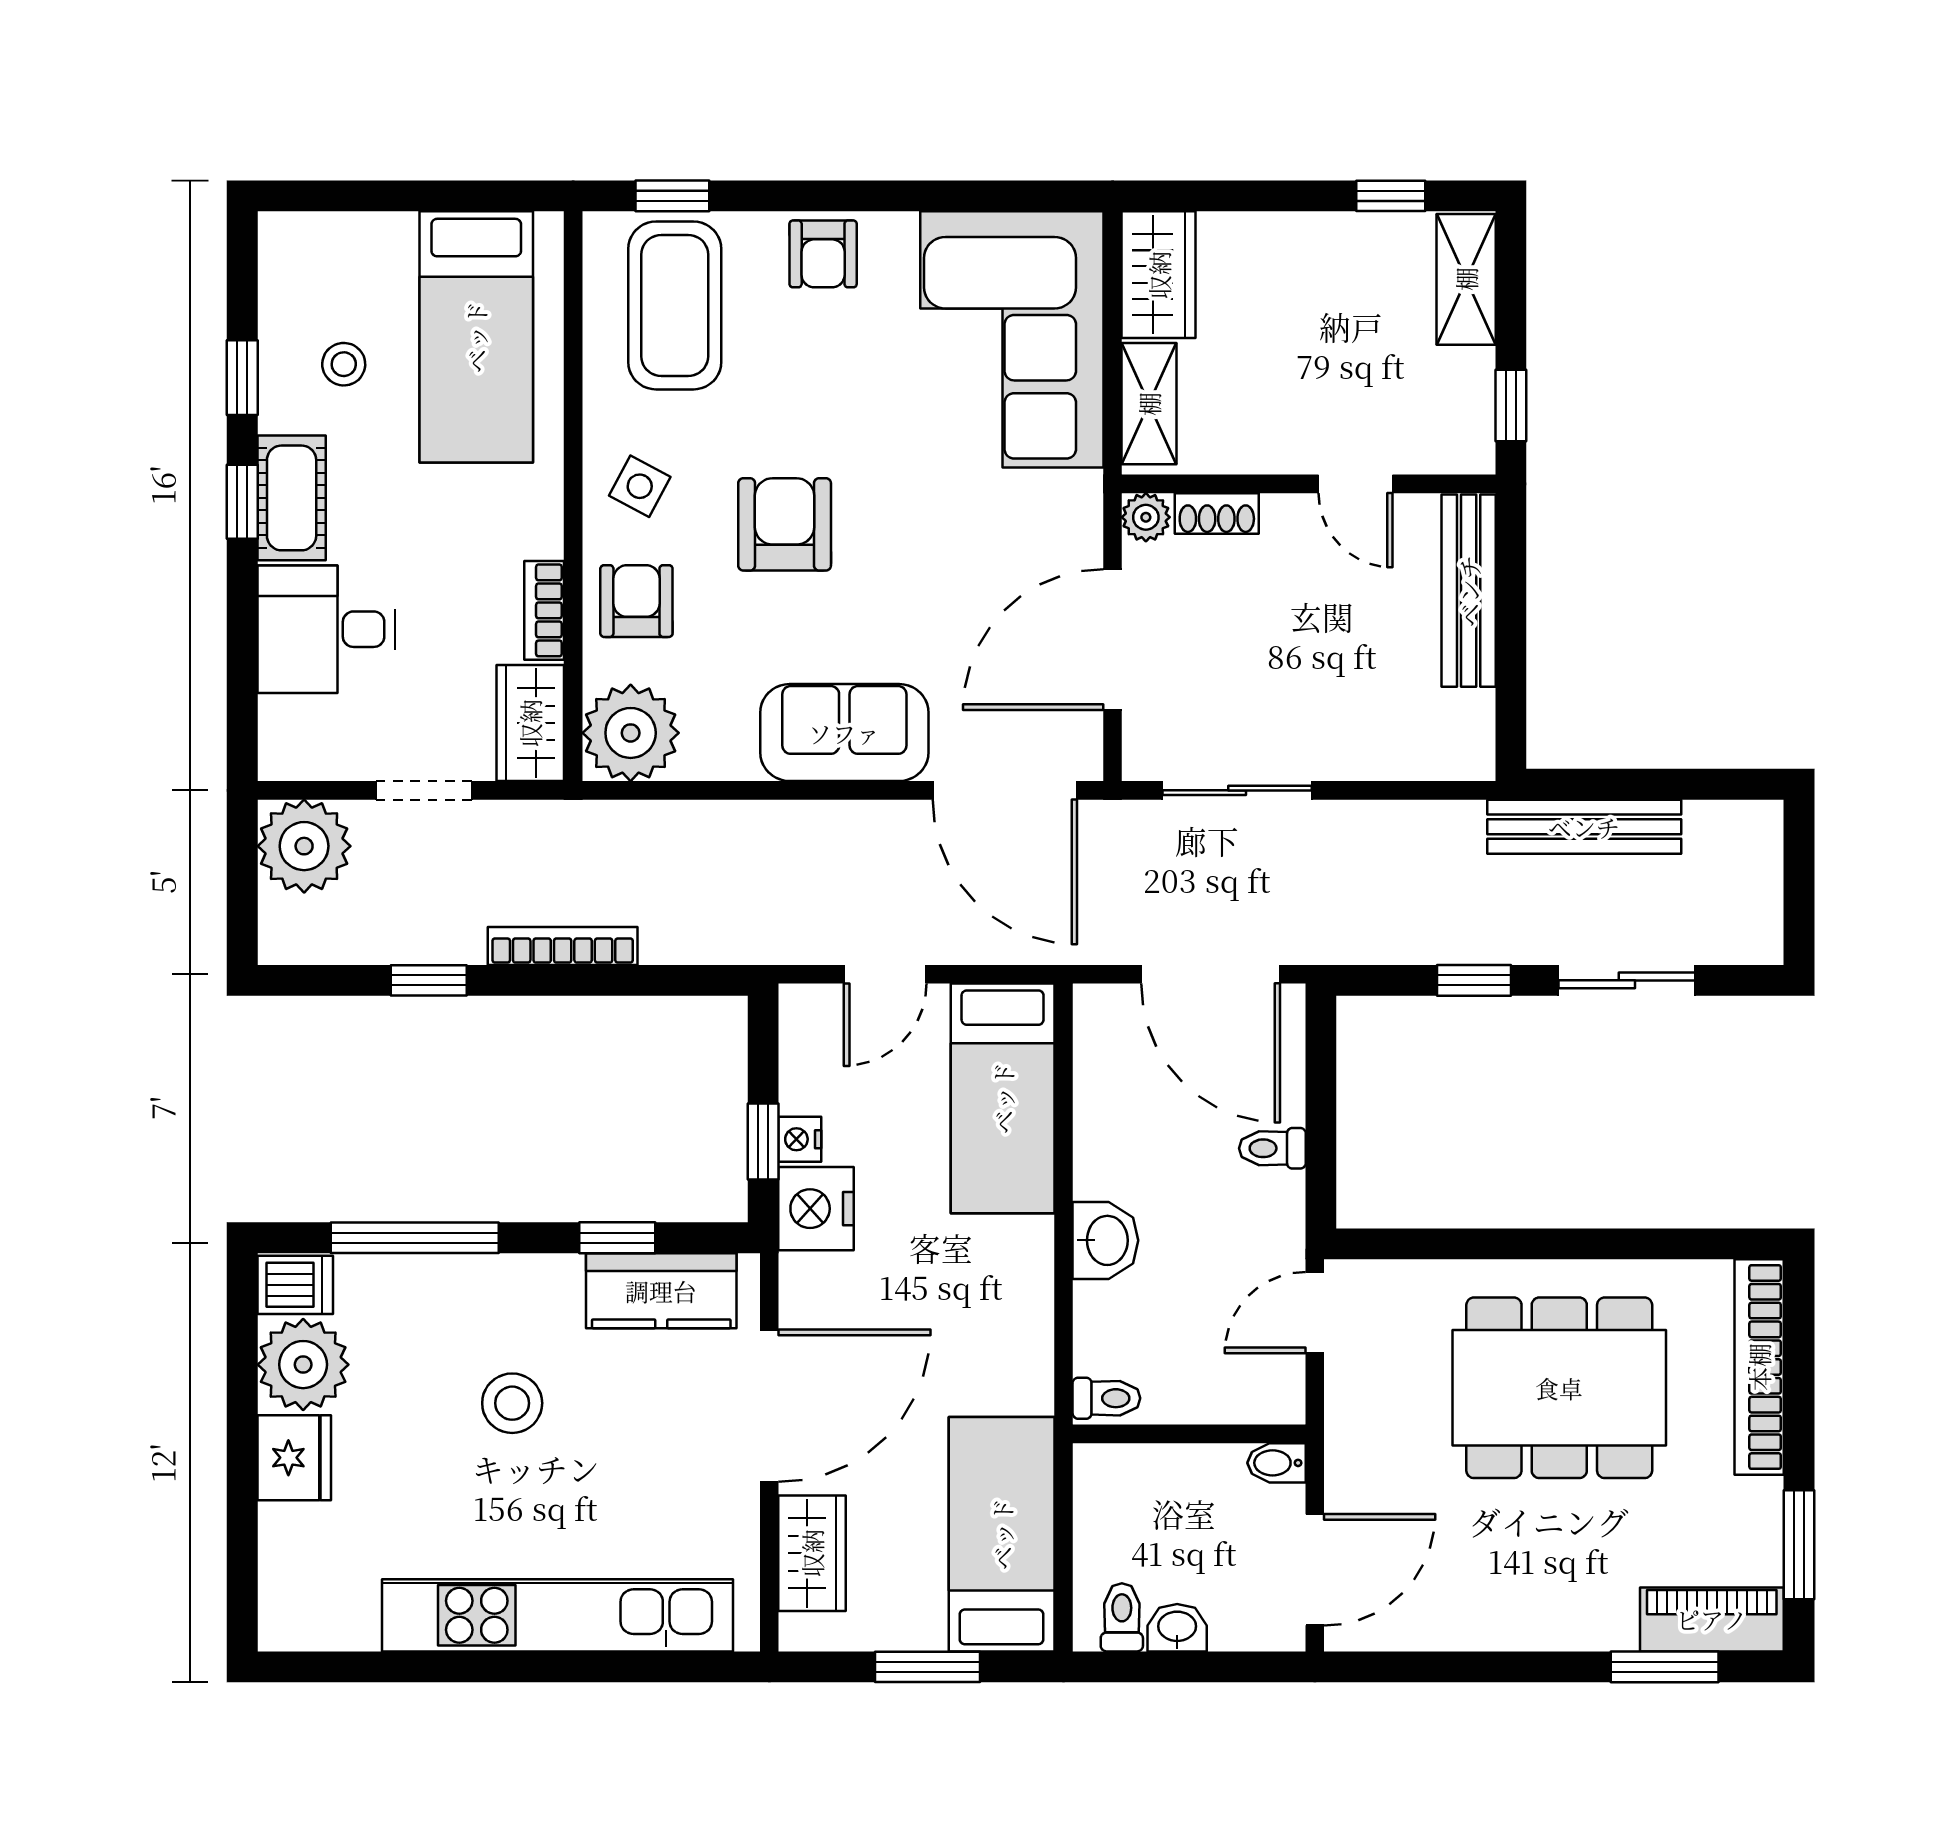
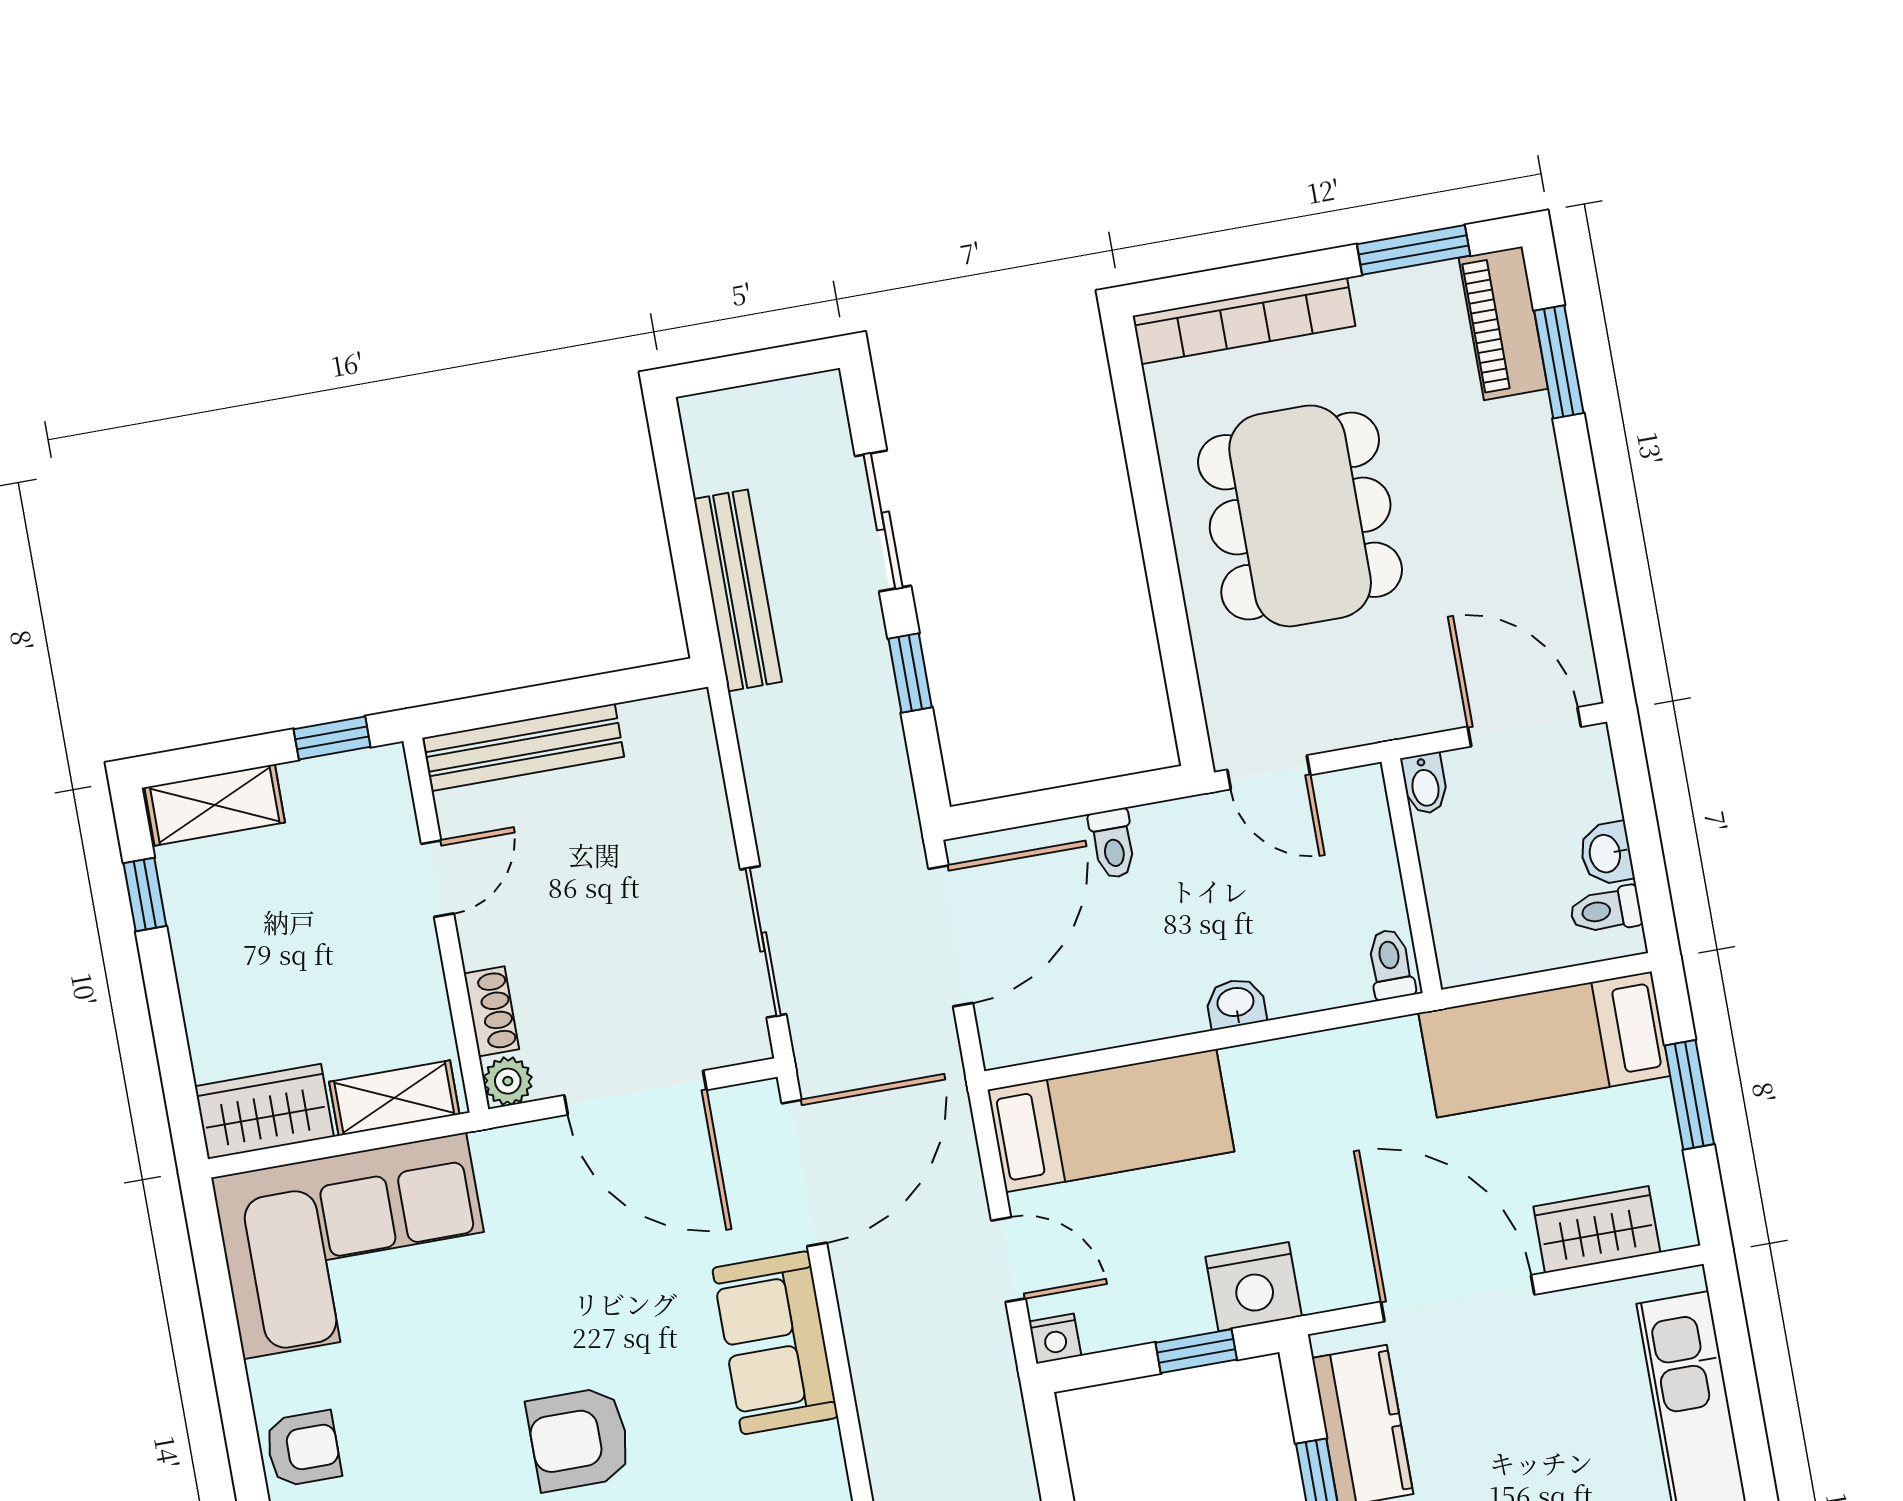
nightstand: (800, 1139) -> (1055, 1339), moved
washbasin: (1105, 1240) -> (1236, 1003), width x0.72, depth x0.69

